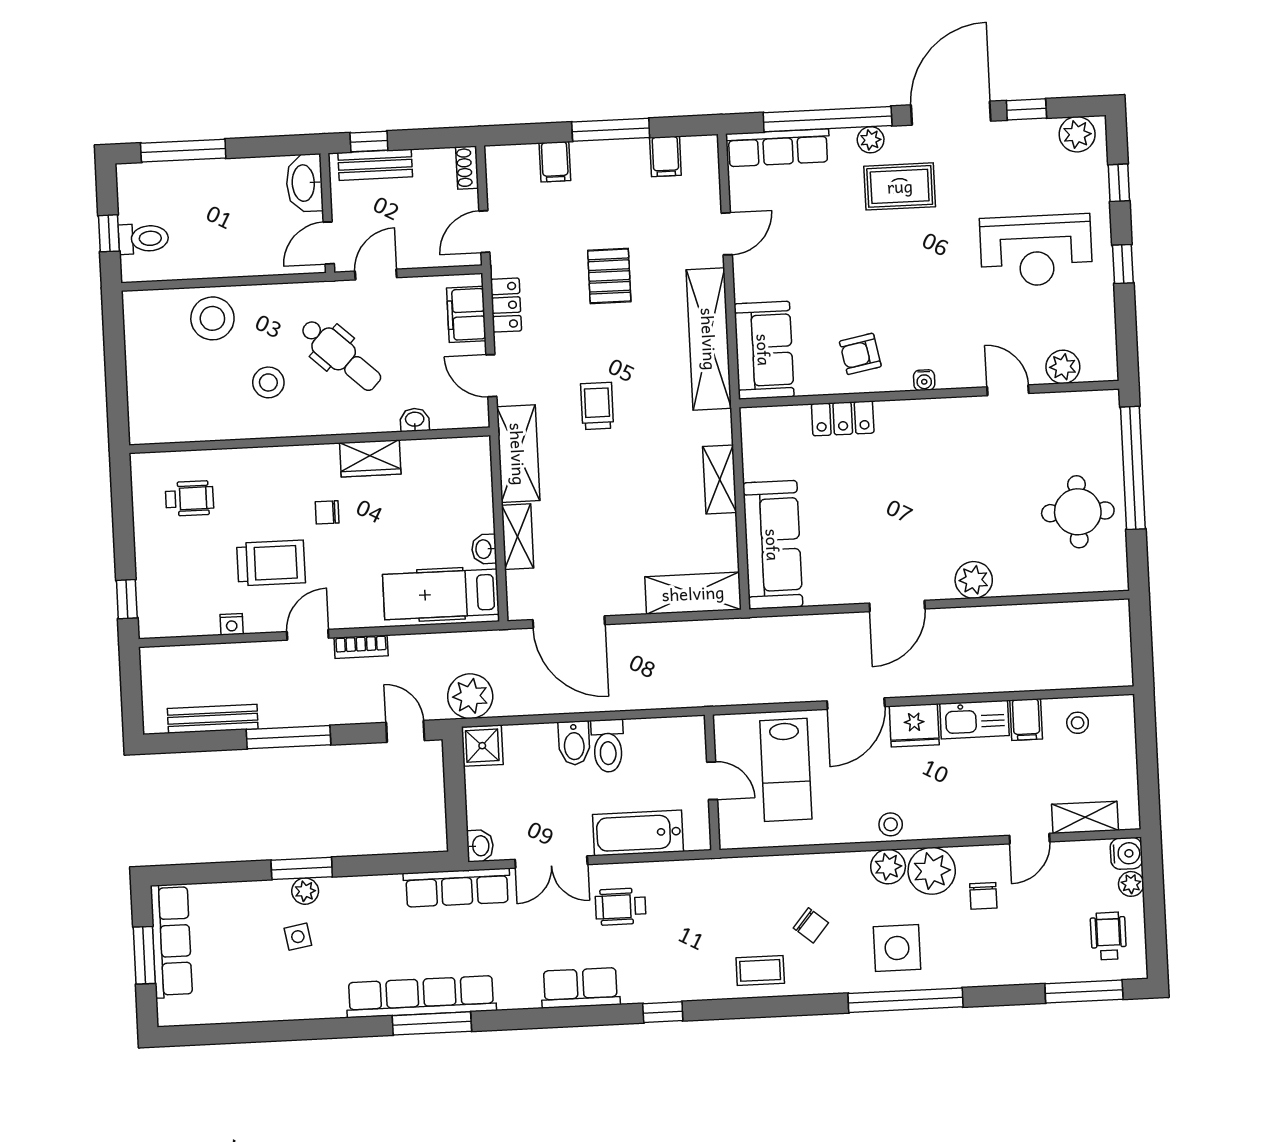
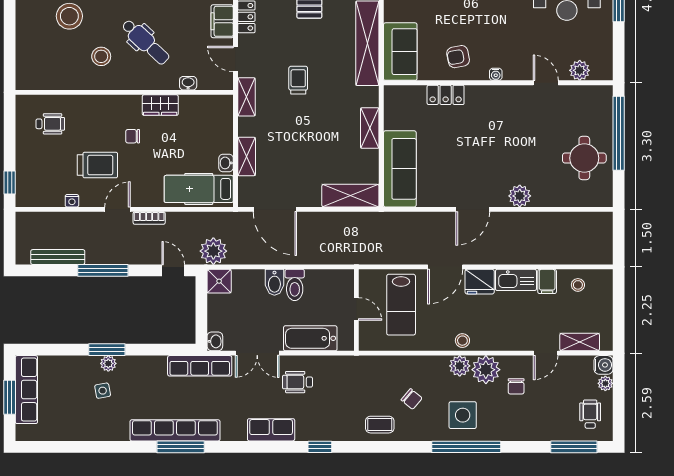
shelving: (518, 454) -> (246, 97), width x0.67, depth x0.75

